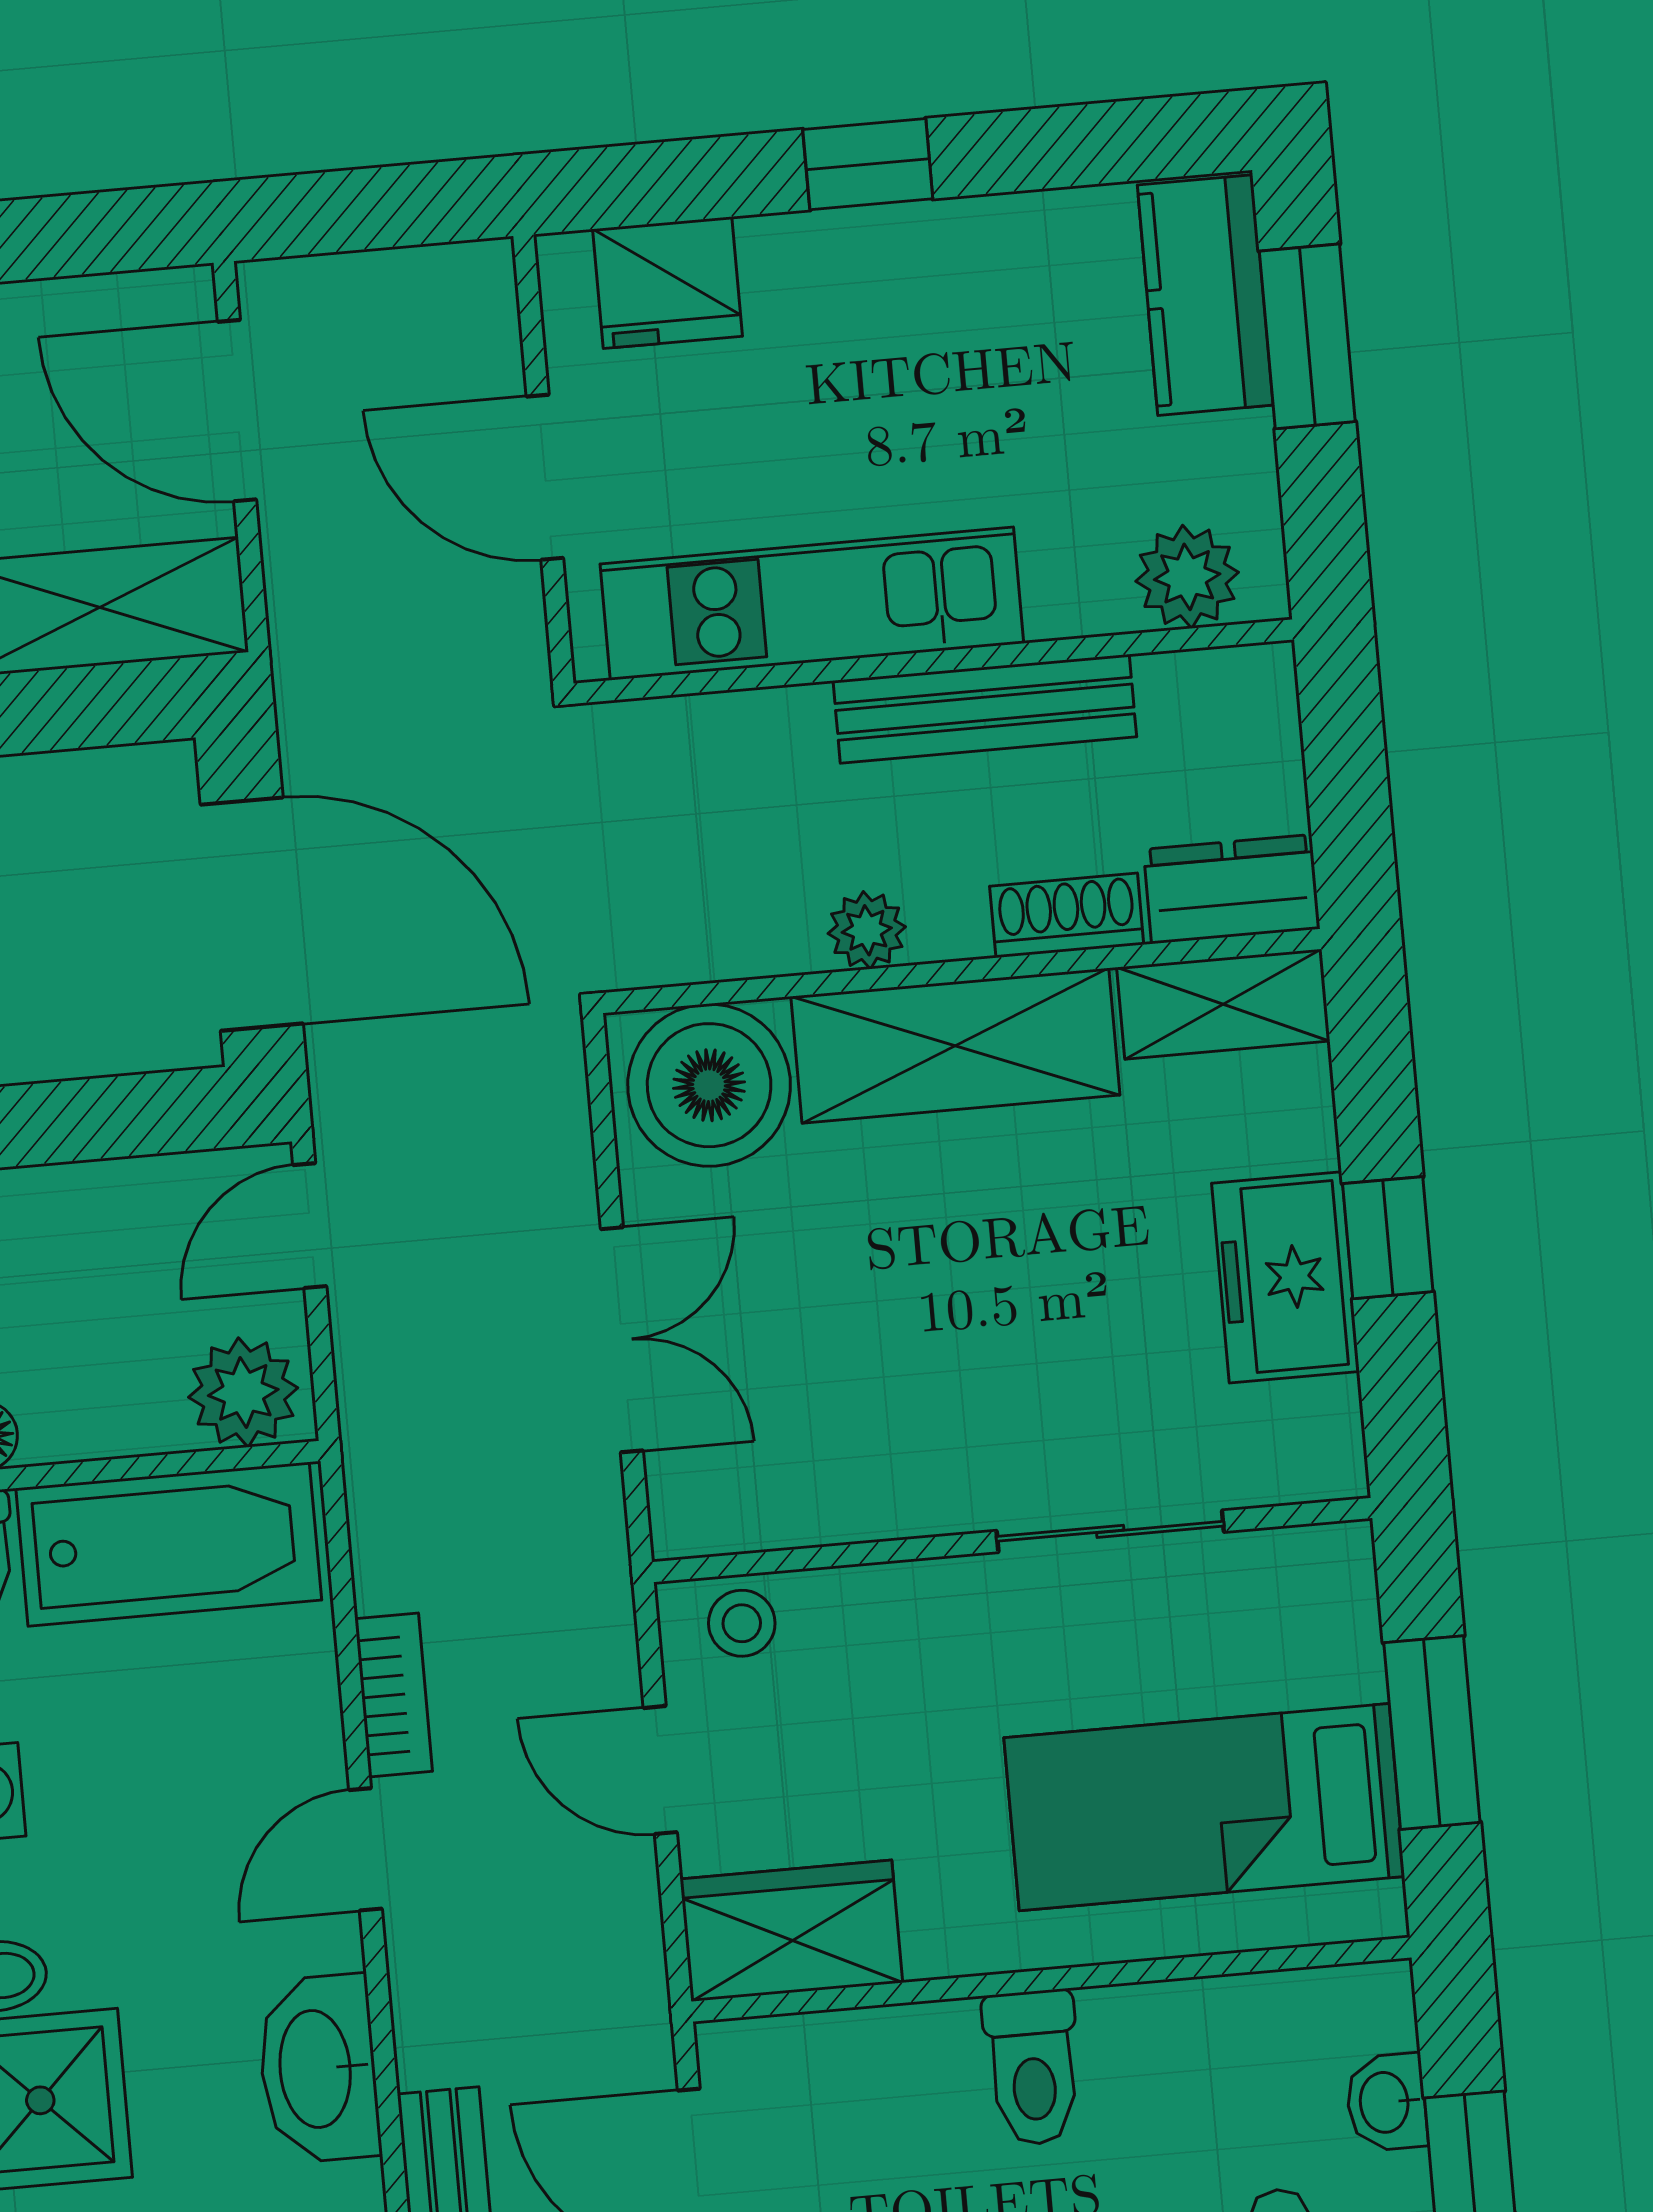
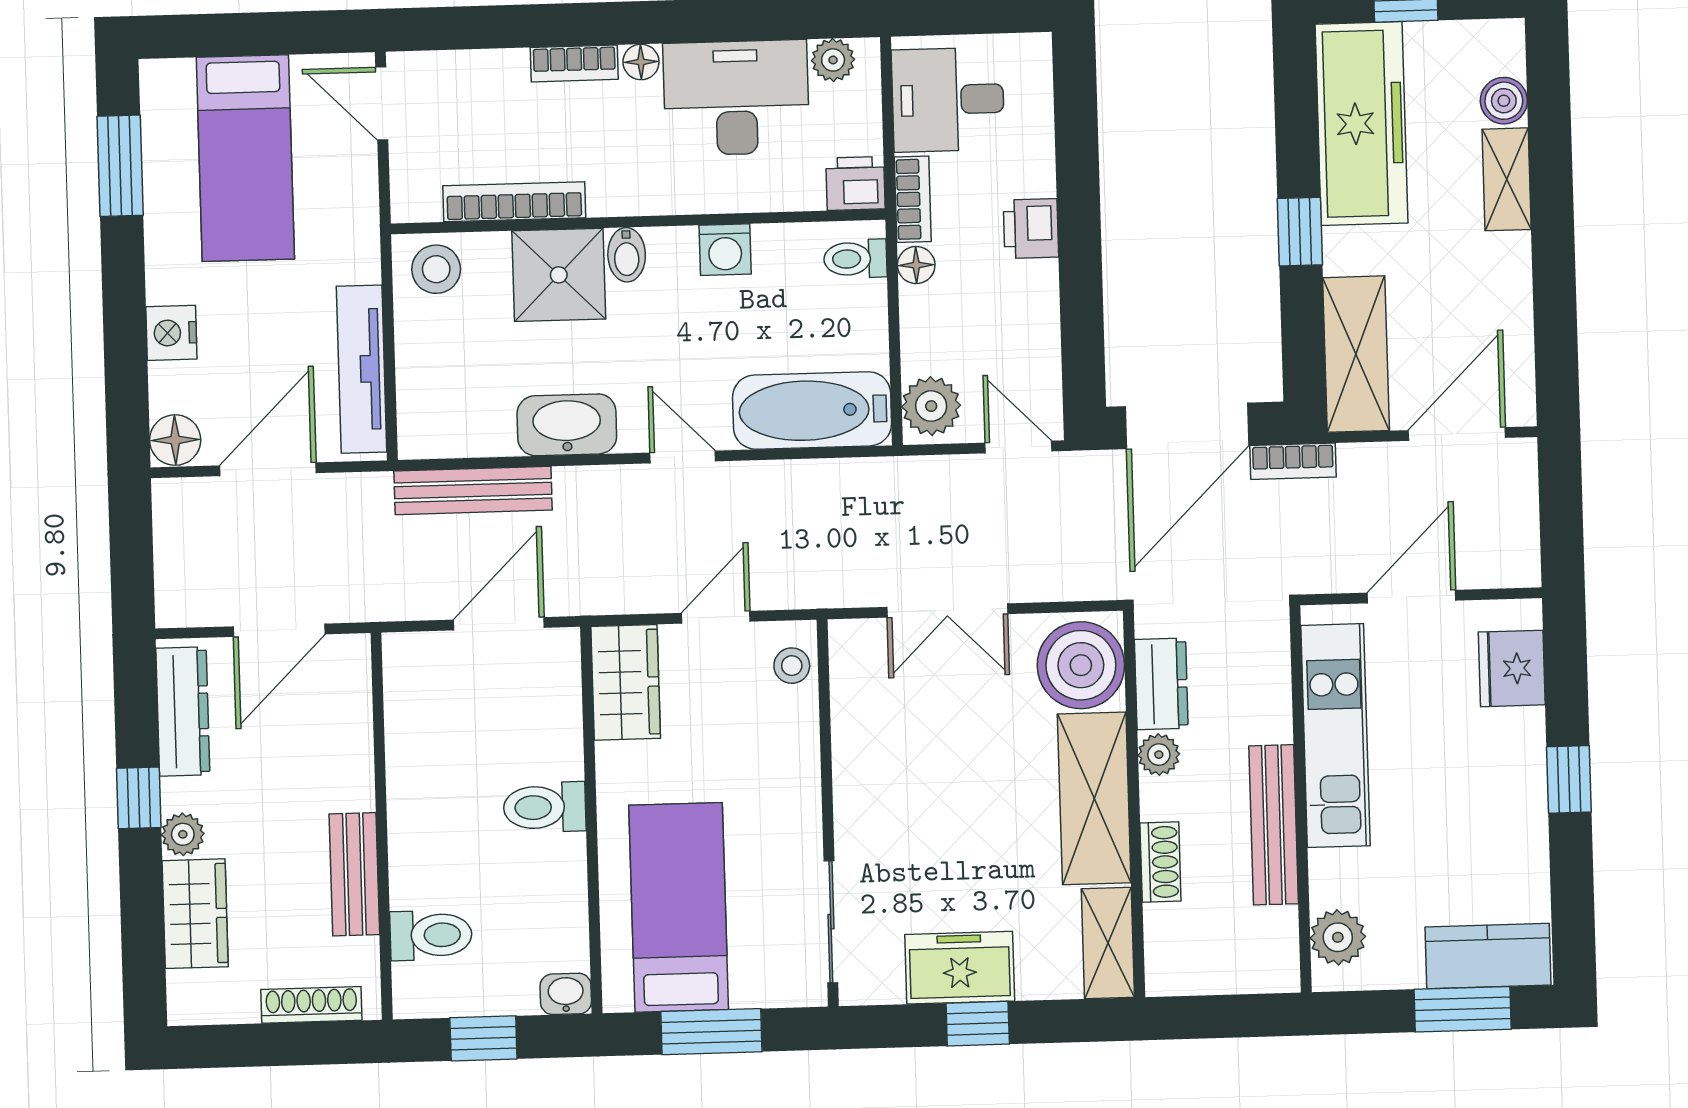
dresser: (1232, 889) -> (1161, 684), moved
sliding door: (1110, 1531) -> (831, 922), moved
bathtub: (169, 1544) -> (812, 410), moved, turned 90
bookcase: (394, 1695) -> (1293, 461), moved
washbasin: (1386, 2102) -> (566, 994), moved

